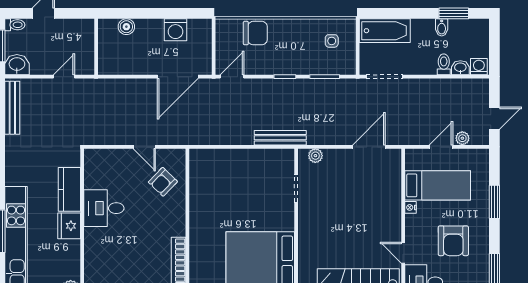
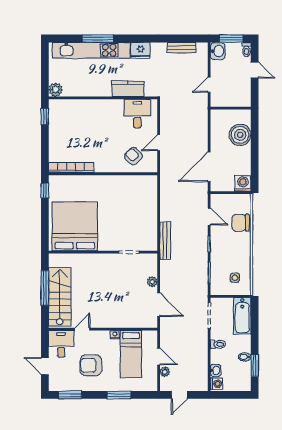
boiler: (126, 27) -> (240, 135), width x1.86, depth x1.86
washing machine: (175, 30) -> (243, 183), moved, turned 90
chair: (255, 33) -> (241, 223), turned 90
toilet: (444, 64) -> (218, 344), moved
door: (64, 77) -> (209, 85), swing flipped
door: (178, 77) -> (209, 167), hinge flipped
door: (232, 77) -> (209, 217), moved
bench: (12, 108) -> (182, 48), width x0.73
door: (494, 118) -> (179, 395), hinge flipped
plant: (315, 156) -> (152, 282), moved
desk: (104, 208) -> (137, 114), moved
fridge: (69, 226) -> (141, 50), moved, turned 180

